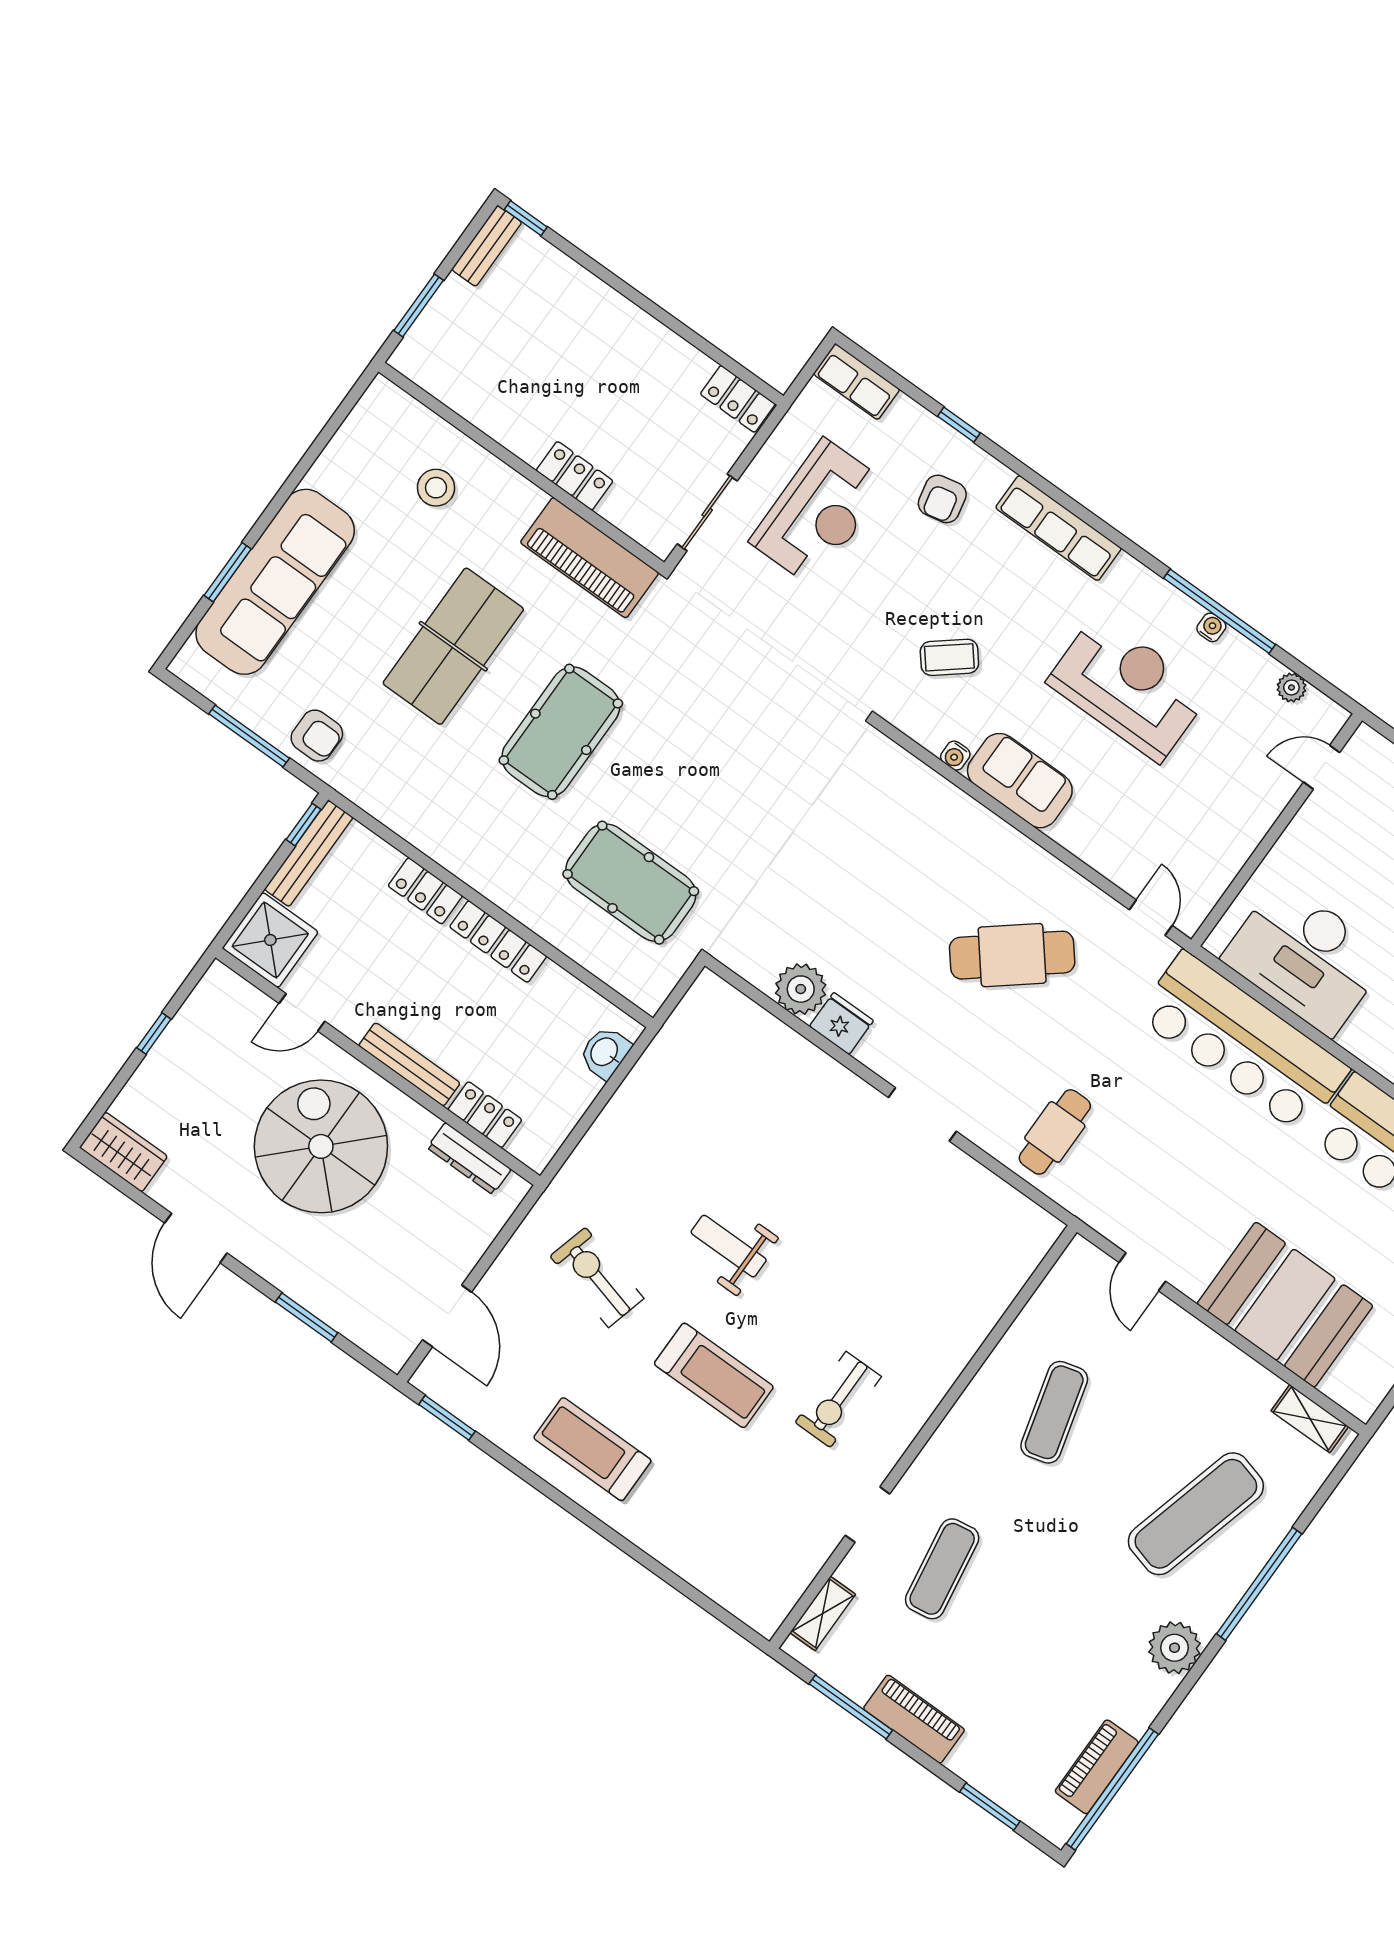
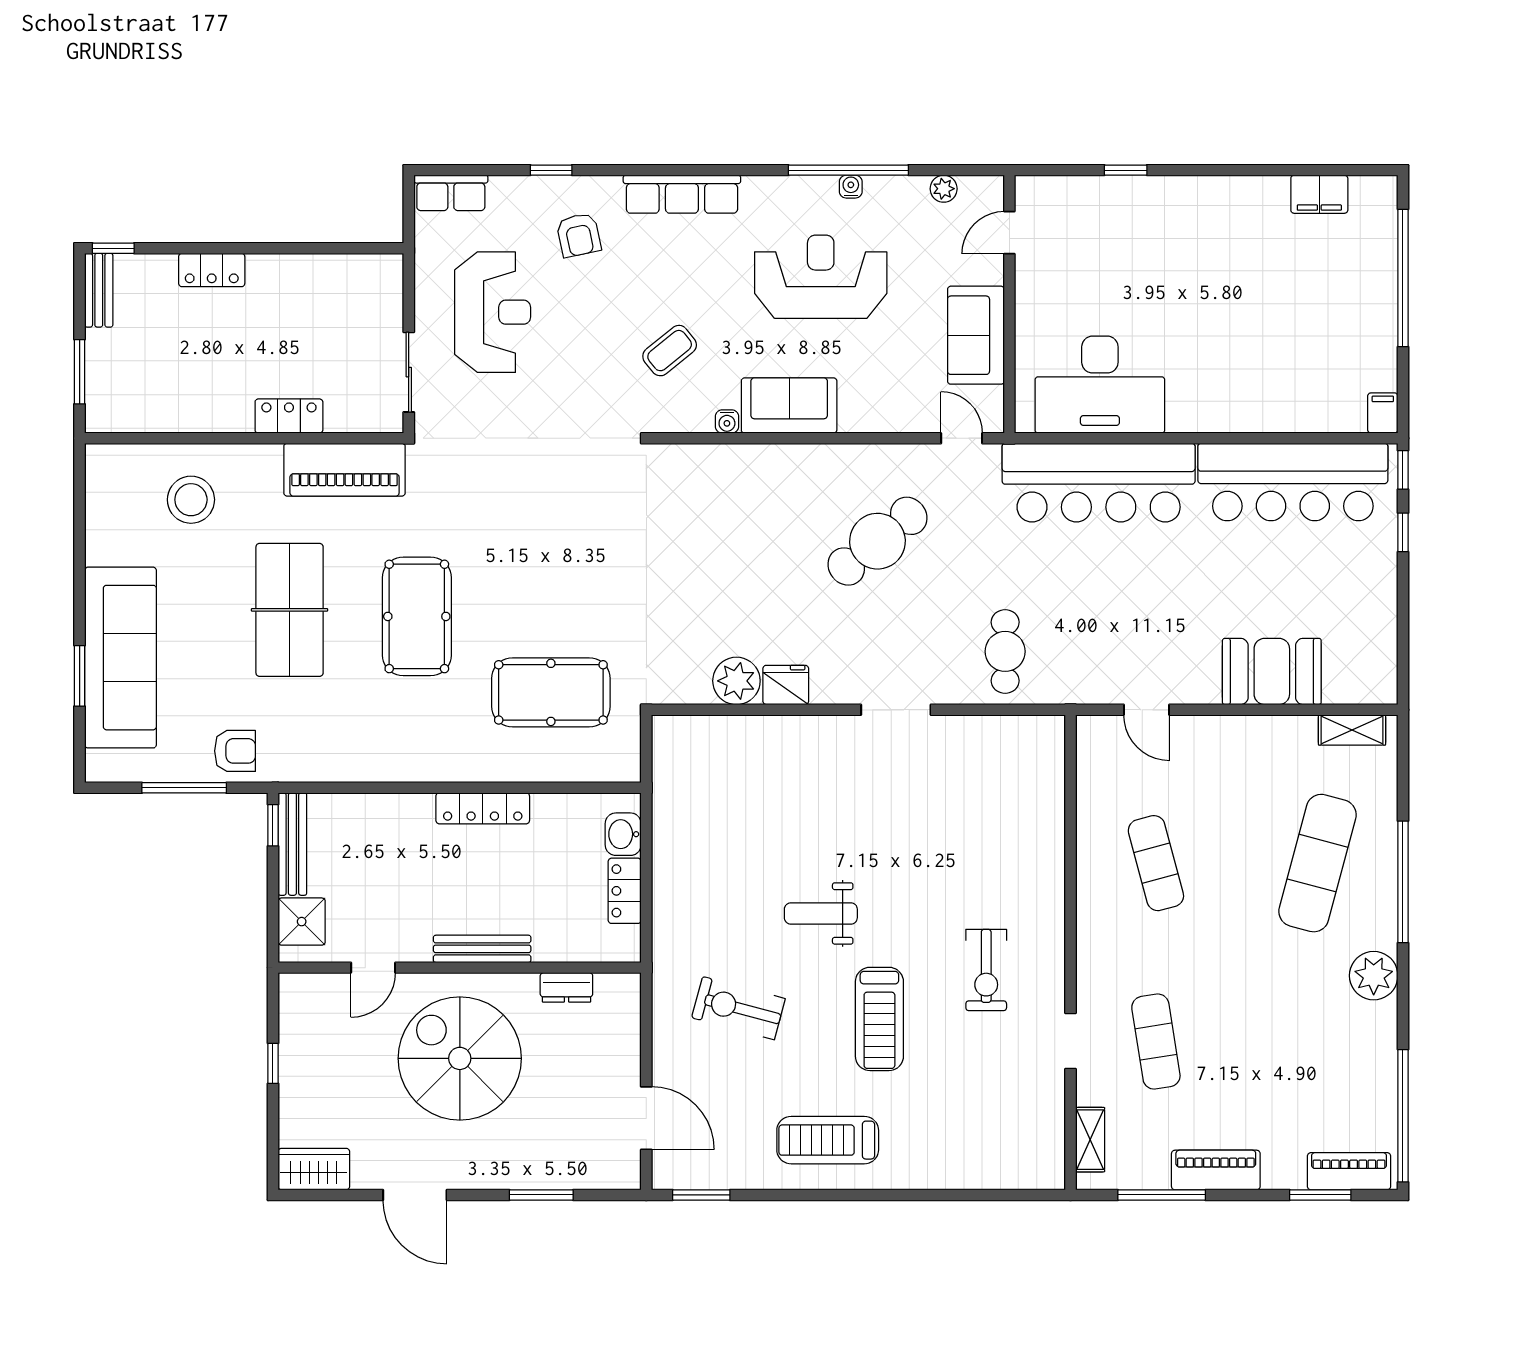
locker: (738, 399) -> (212, 270), moved
stool: (436, 488) -> (191, 500), width x1.38, depth x1.38
sofa: (1228, 836) -> (976, 335), added
locker: (425, 891) -> (400, 809), removed
shower: (270, 940) -> (302, 922), width x0.73, depth x0.73
locker: (485, 1115) -> (625, 891), moved, turned -90
dresser: (469, 1158) -> (566, 987), width x0.70
booth: (1285, 1305) -> (1272, 671), width x0.73, depth x0.70
treadmill: (714, 1375) -> (879, 1019), turned 90
piano: (1097, 1767) -> (1349, 1171), moved, turned 90

